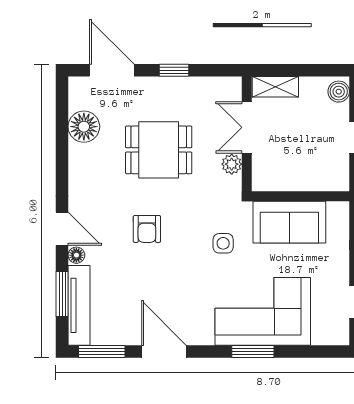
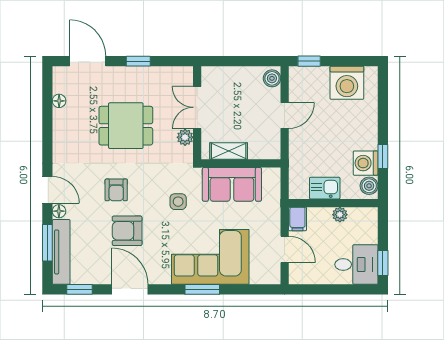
shelving: (275, 87) -> (229, 151), moved
floor lamp: (84, 127) -> (59, 101), width x0.53, depth x0.53
armchair: (160, 279) -> (127, 231), added
window: (102, 351) -> (79, 289), width x0.67

